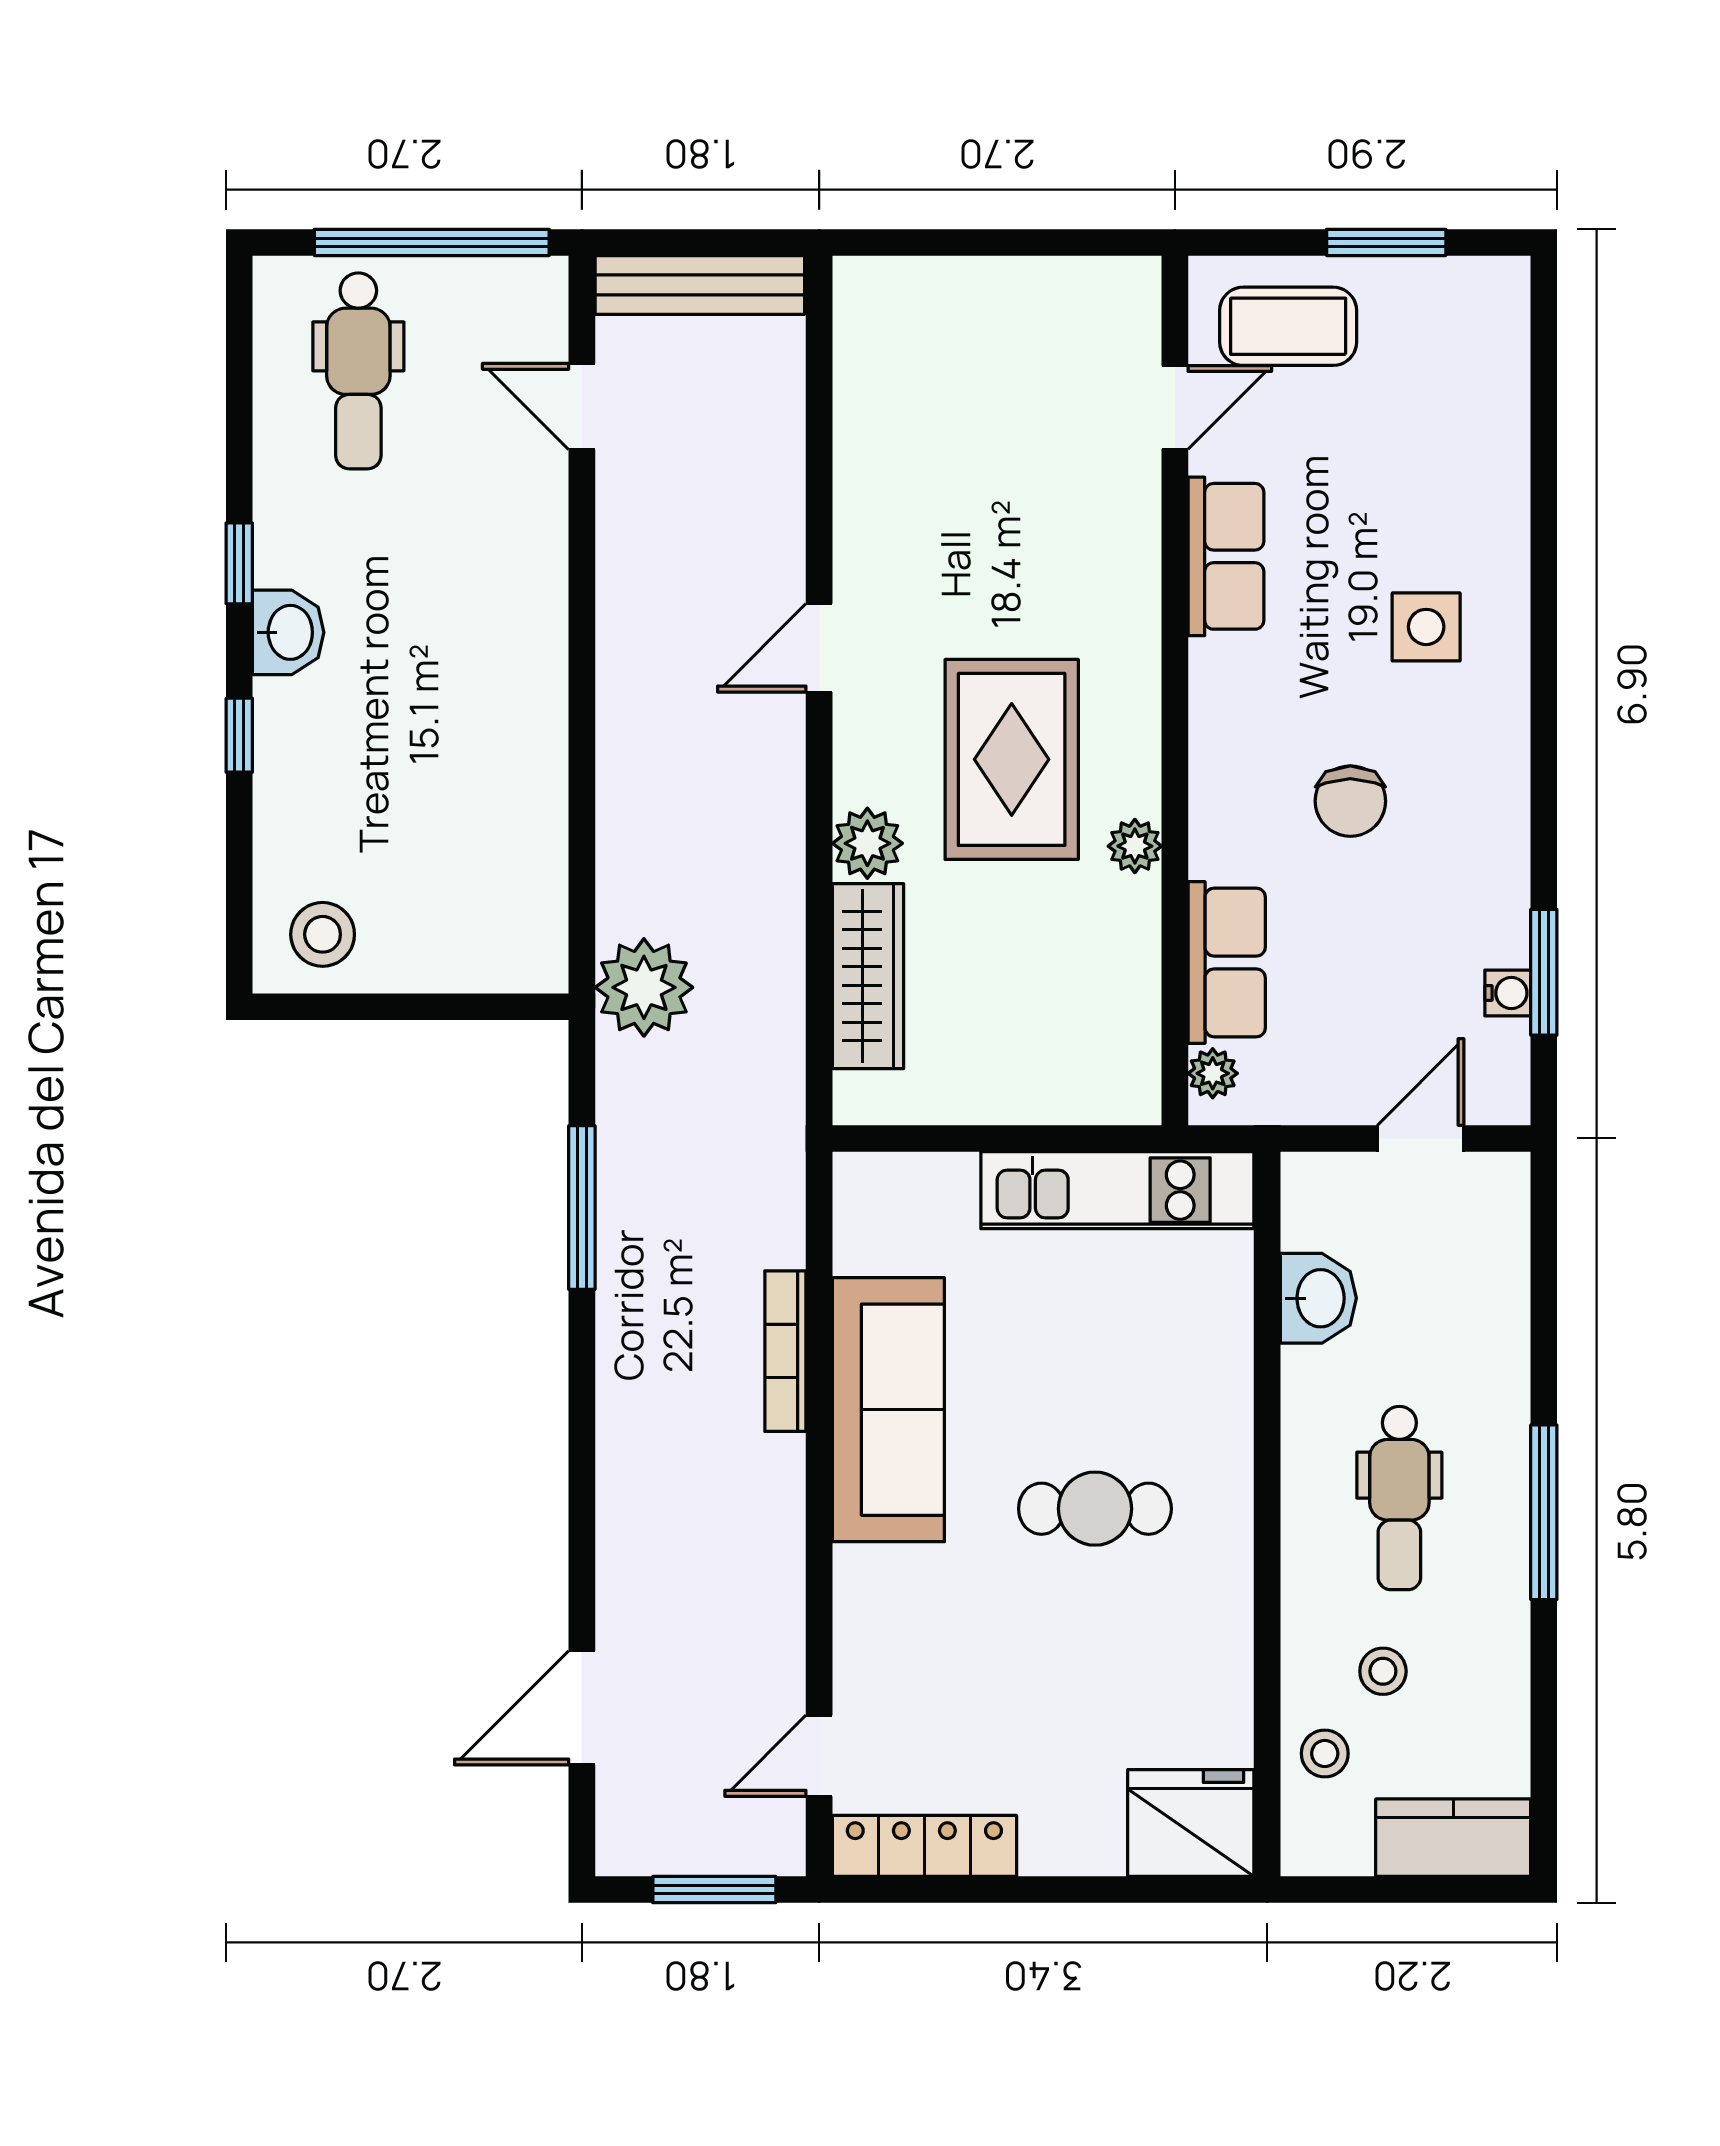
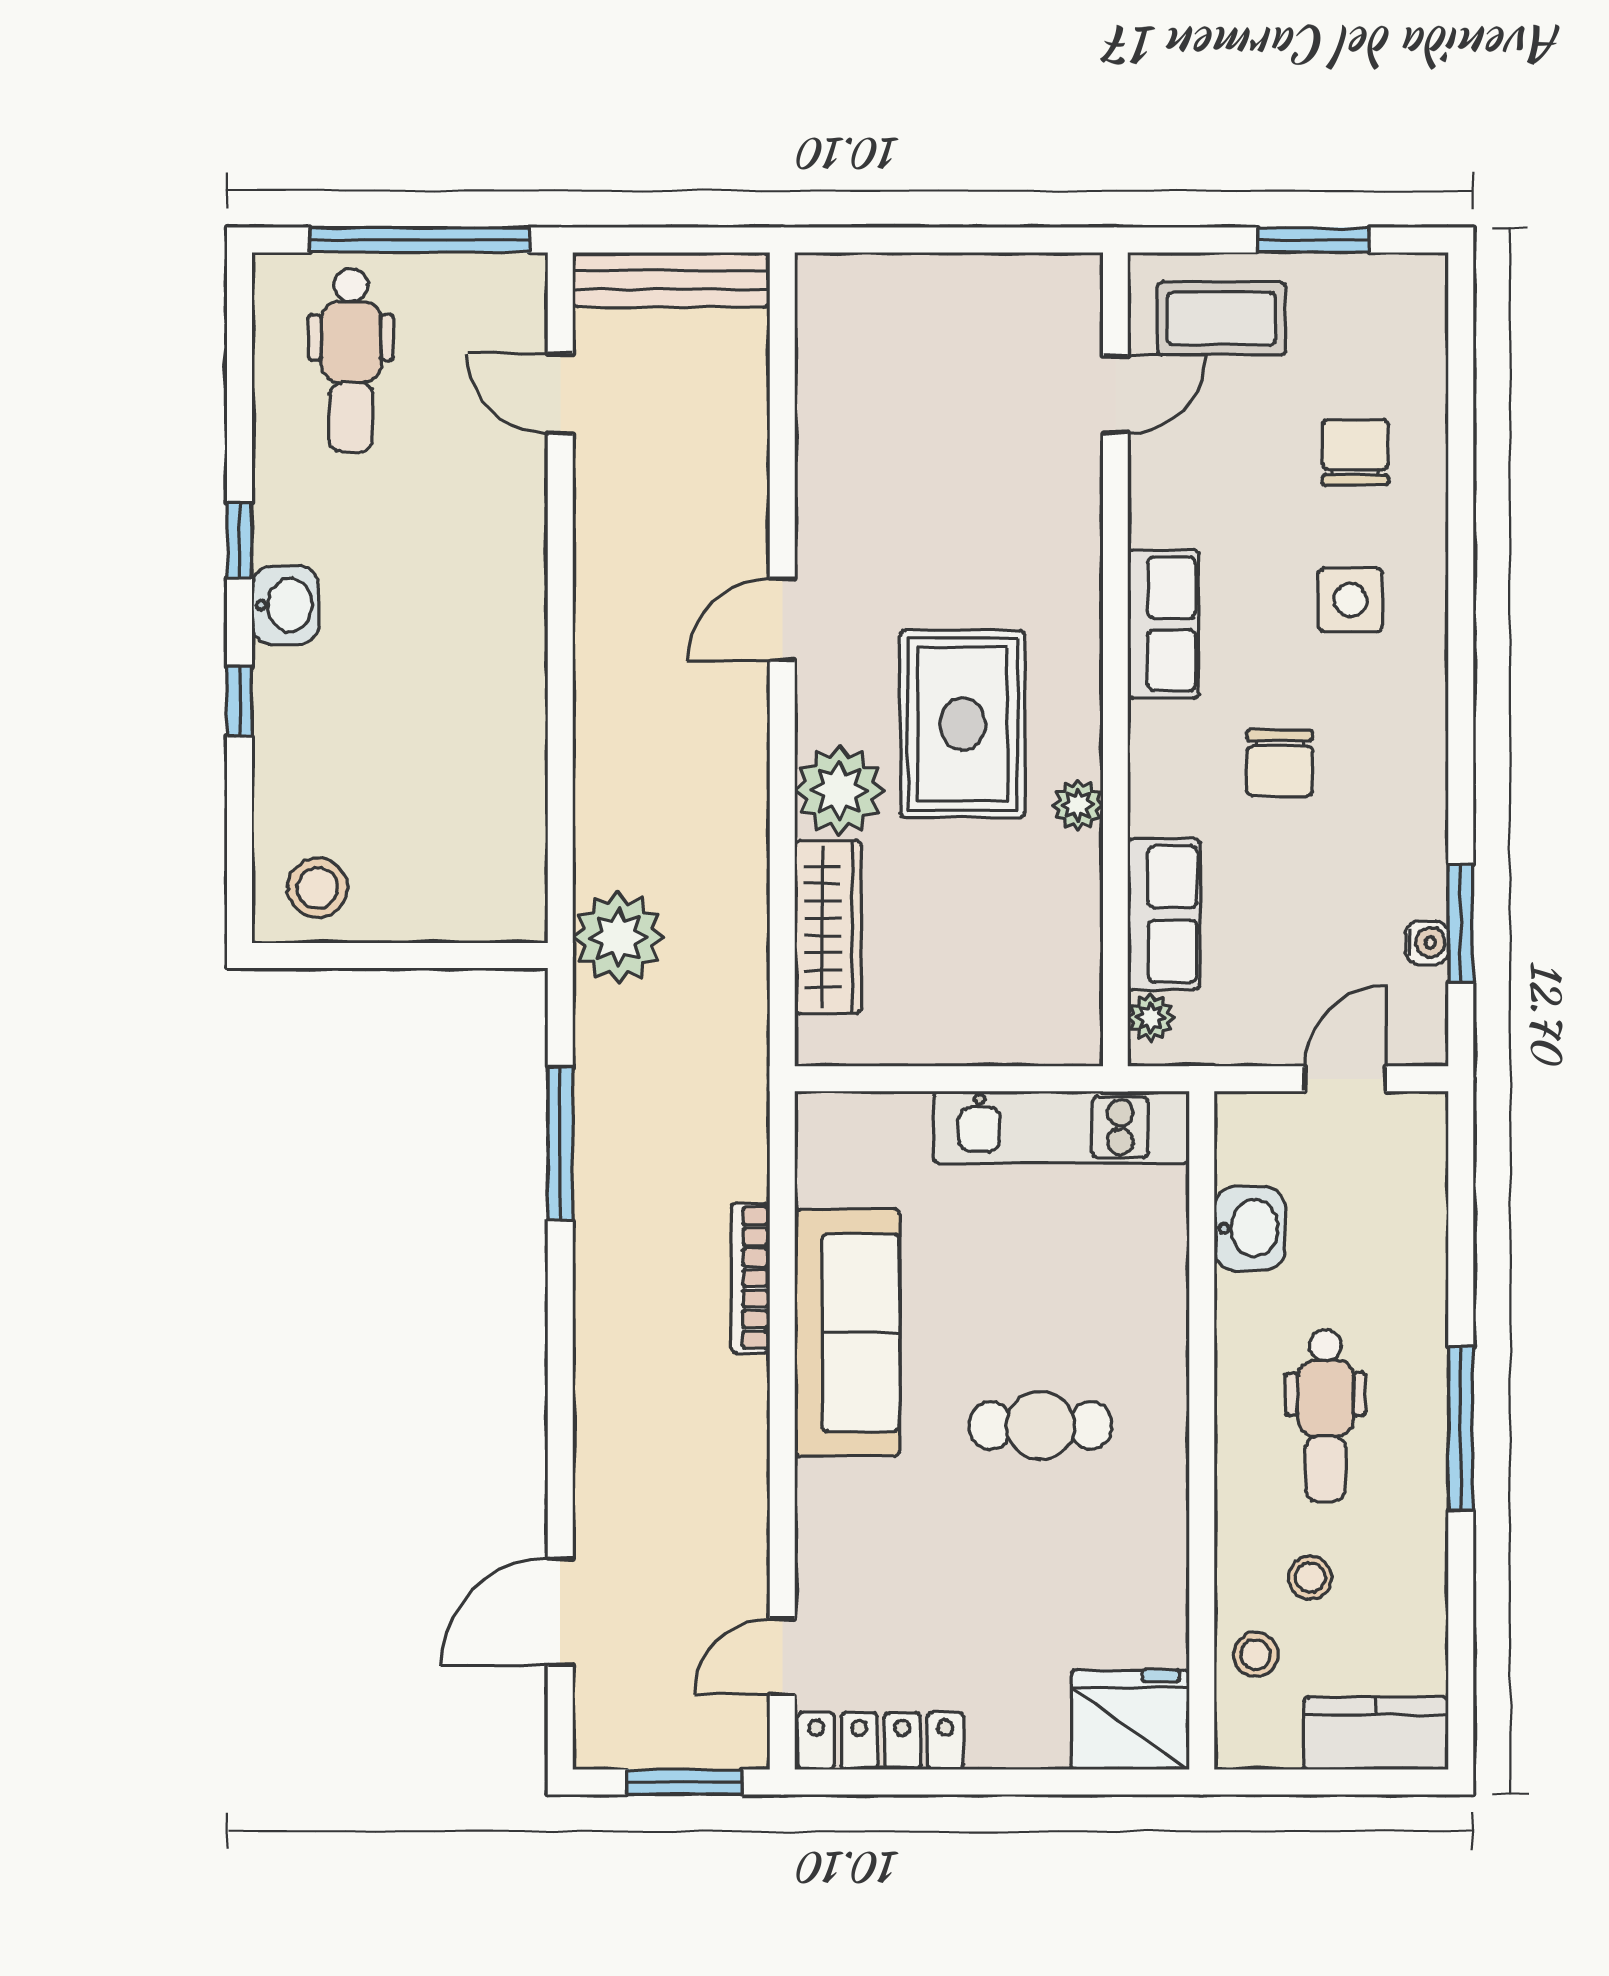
chair: (1431, 469) -> (1355, 452), added
row of seats: (1226, 556) -> (1163, 624), moved
plant: (867, 843) -> (839, 791), width x1.36, depth x1.36

